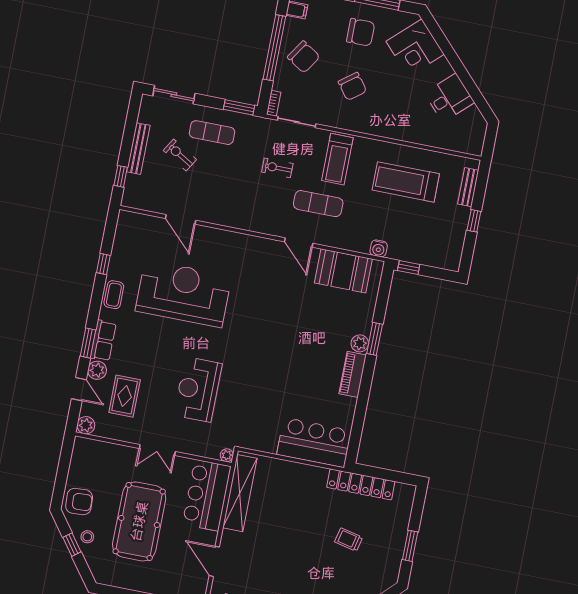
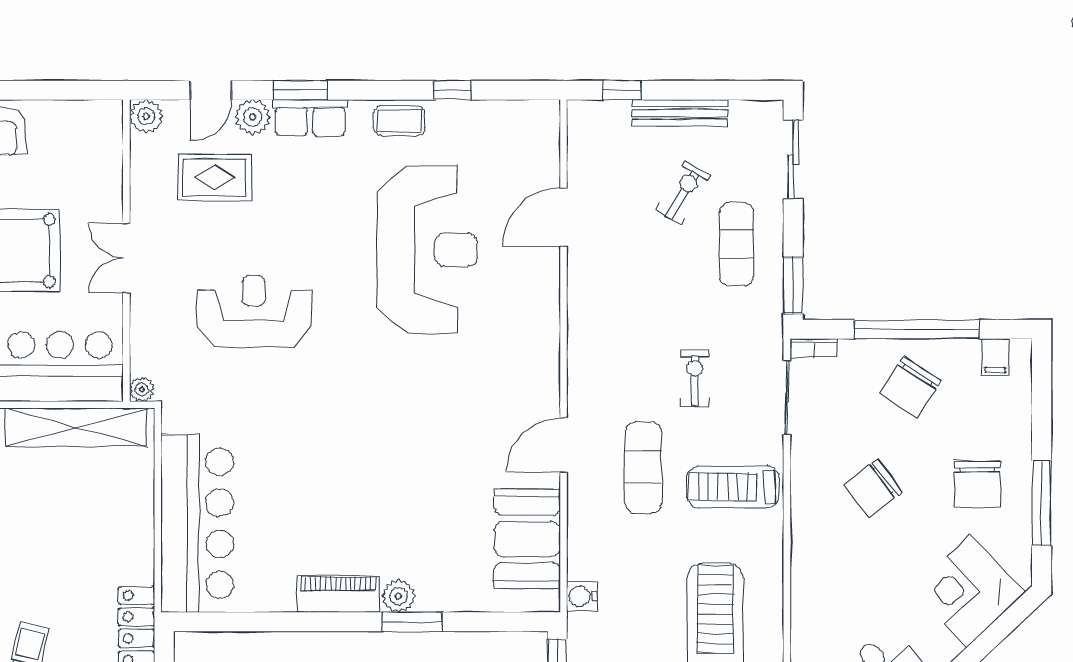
bar counter: (314, 443) -> (197, 523), width x1.36

